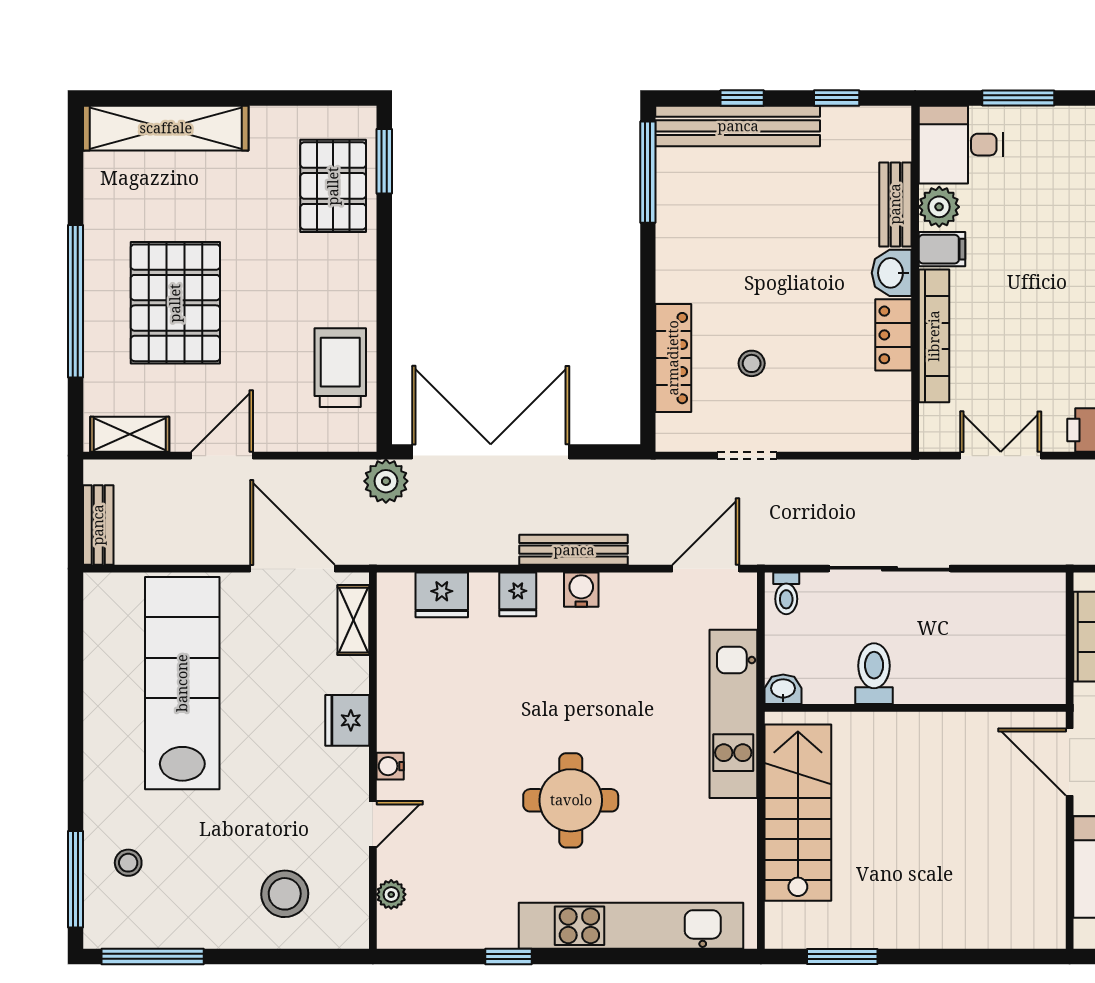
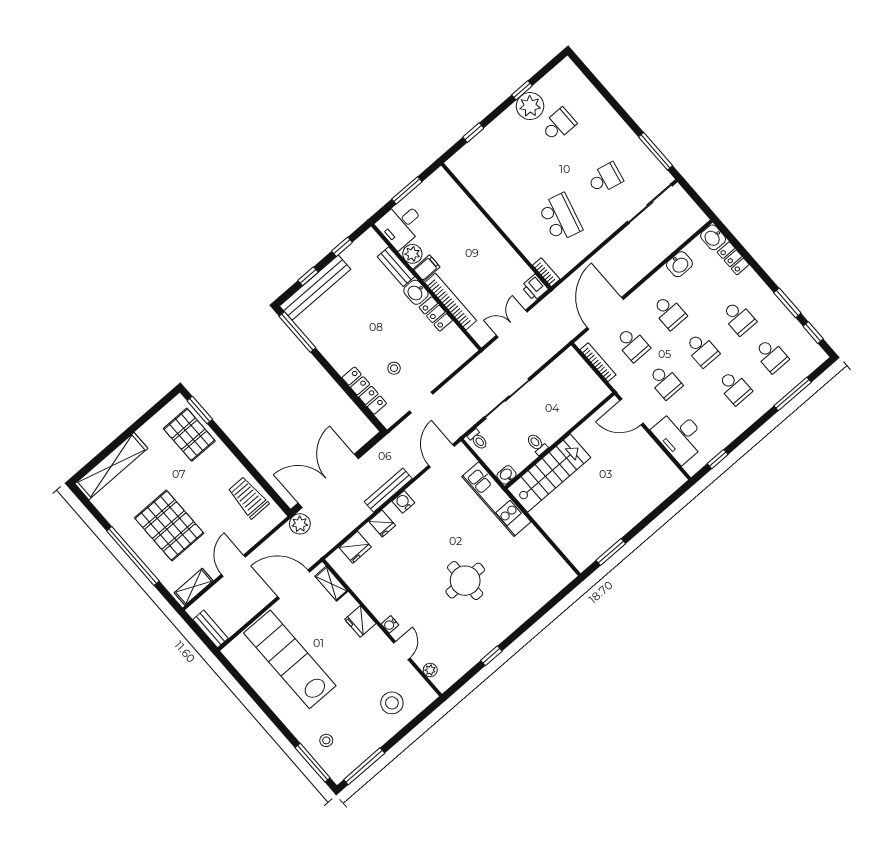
toilet: (874, 674) -> (537, 444), width x0.73, depth x0.72
stairs: (798, 813) -> (549, 473), moved, turned 90
kitchen unit: (631, 926) -> (526, 607), removed

